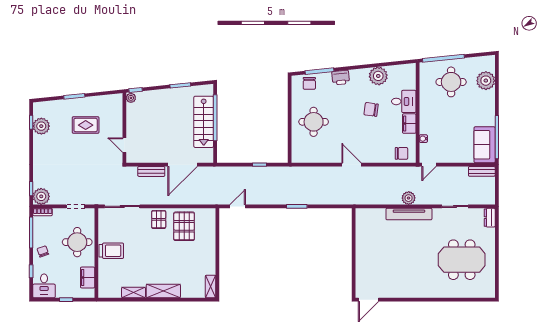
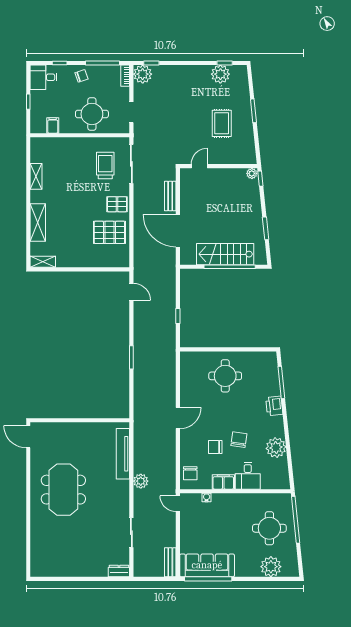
chair: (309, 83) -> (215, 447), moved
sofa: (485, 145) -> (207, 565), width x1.36
tv unit: (409, 214) -> (123, 454), moved
trolley: (111, 251) -> (105, 166), moved, turned 180
meeting table: (462, 260) -> (63, 490), moved
filing cabinet: (88, 277) -> (53, 125), width x0.50
shelving: (163, 291) -> (38, 223), moved

